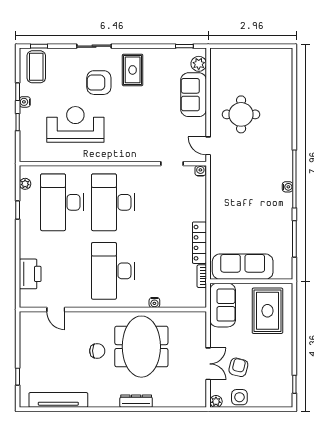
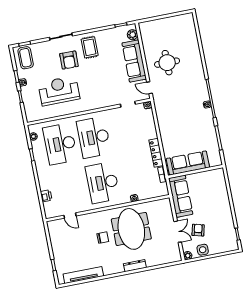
armchair: (99, 83) -> (69, 60), turned -89
sofa: (194, 95) -> (134, 61), width x1.36
printer: (30, 274) -> (46, 196), width x0.53, depth x0.68
sofa: (223, 305) -> (181, 196), width x1.36
rug: (267, 311) -> (210, 189), removed

